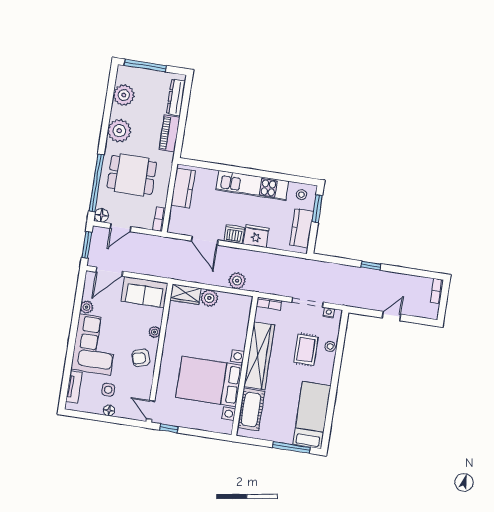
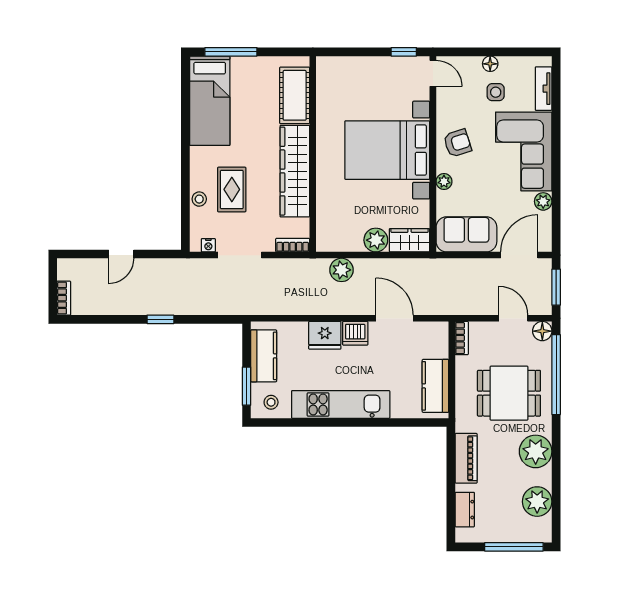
dresser: (176, 97) -> (465, 510), width x0.70
door: (121, 228) -> (513, 318), hinge flipped
bed with nightstands: (209, 381) -> (387, 150), moved, turned 180

